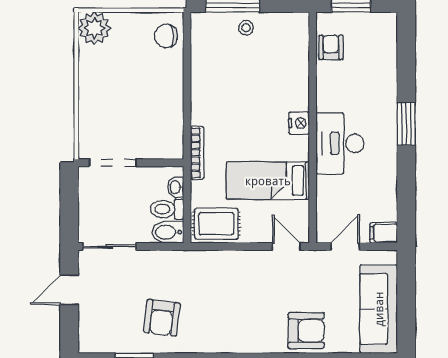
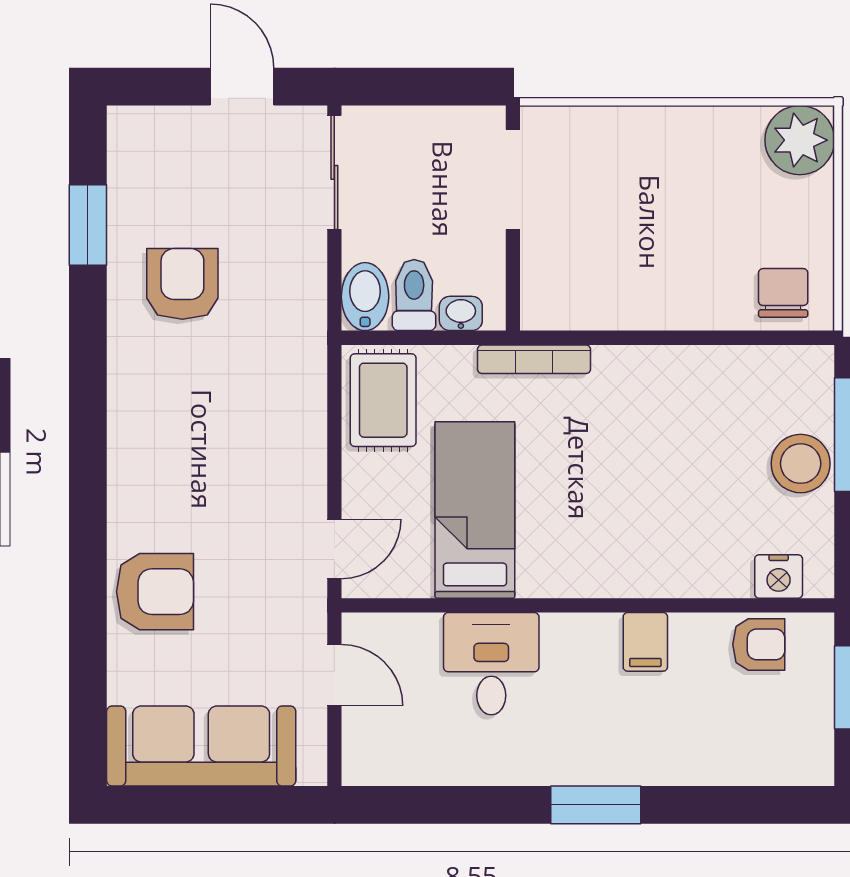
stool: (246, 28) -> (801, 464), width x1.89, depth x1.89
nightstand: (299, 123) -> (779, 576), moved
desk: (340, 143) -> (491, 664), moved, width x0.73
filing cabinet: (384, 233) -> (645, 642), moved, turned 180
armchair: (162, 318) -> (182, 284), turned 83
armchair: (306, 331) -> (155, 592), turned -90

